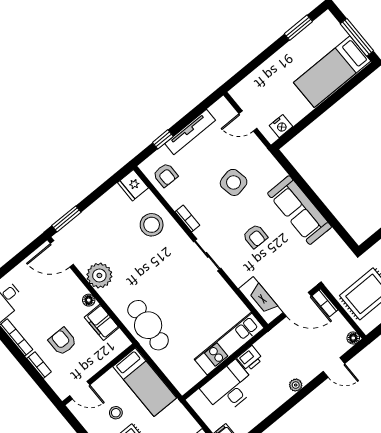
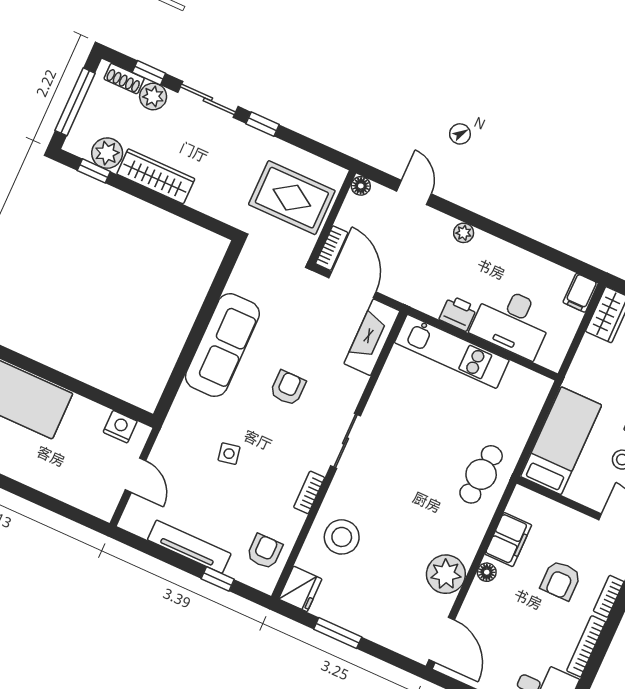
side table: (234, 182) -> (229, 454), width x0.54, depth x0.54
window: (66, 219) -> (338, 633), moved
cafe table: (148, 325) -> (481, 474), width x0.73, depth x0.74

